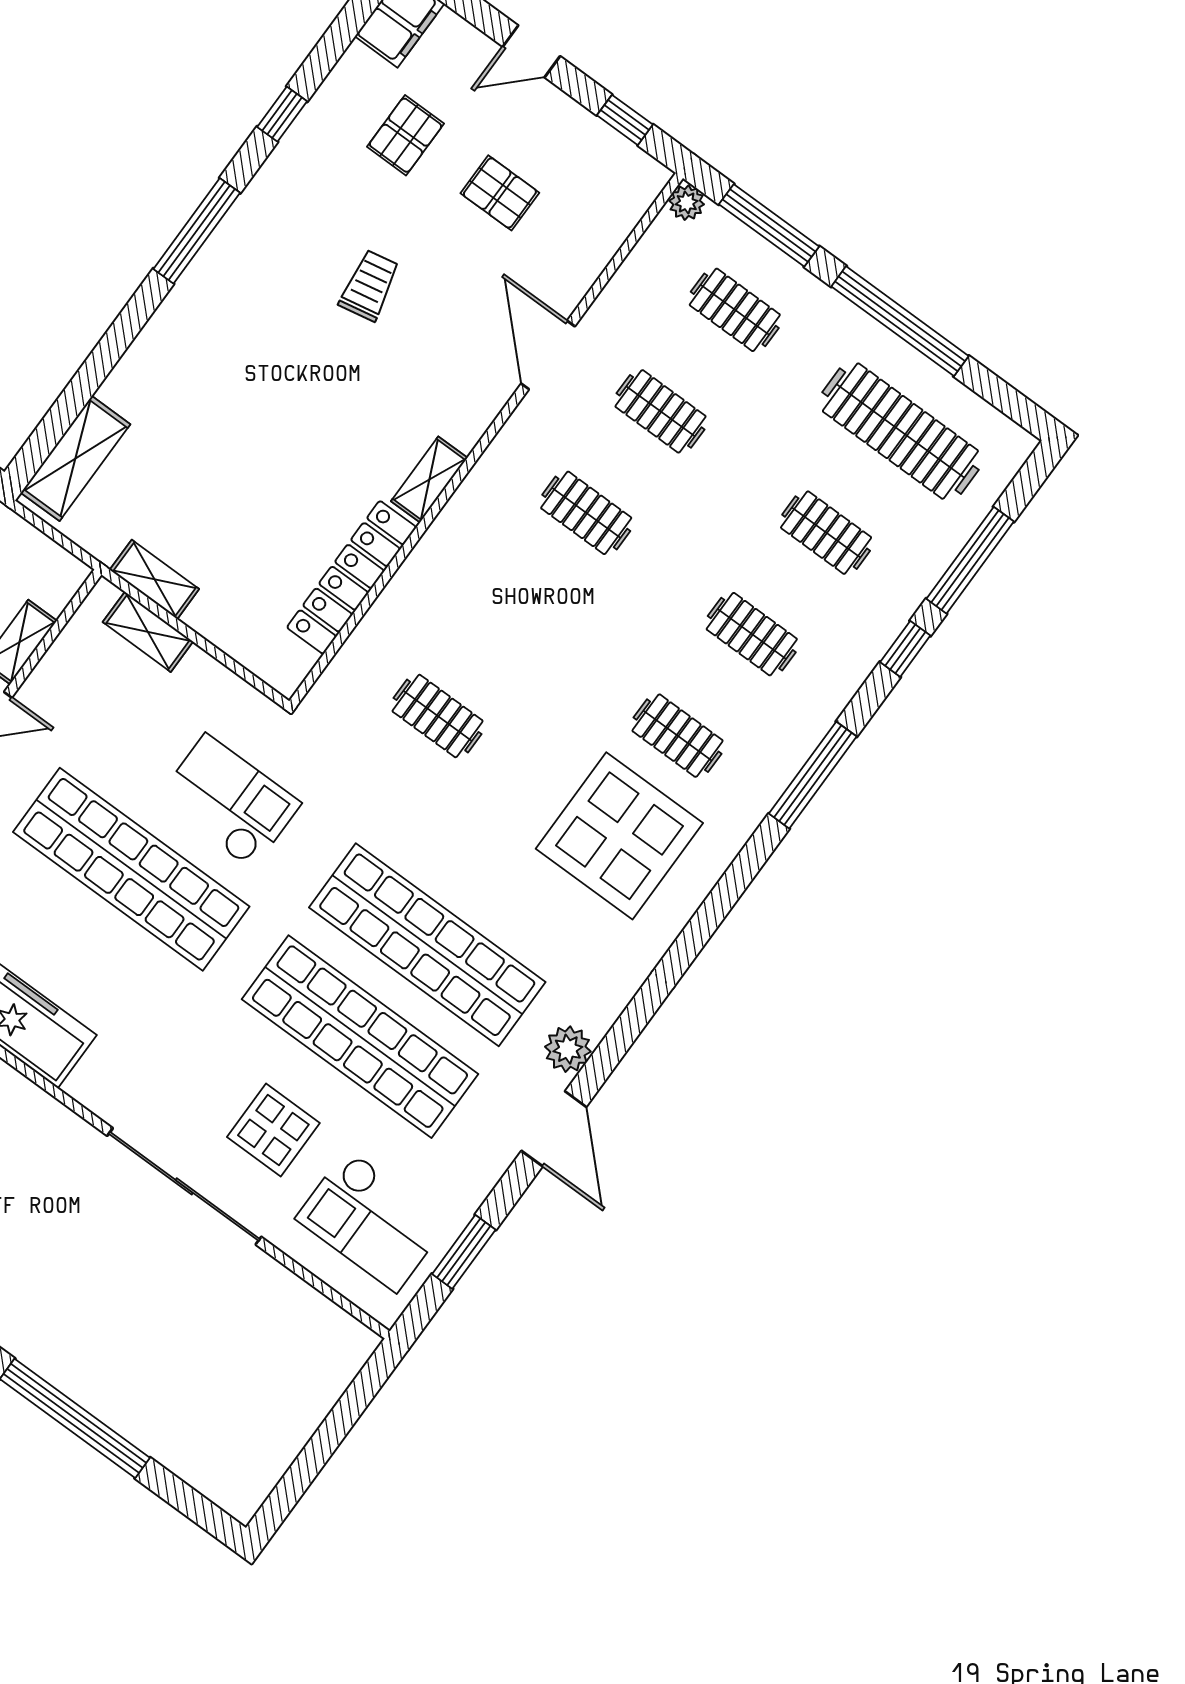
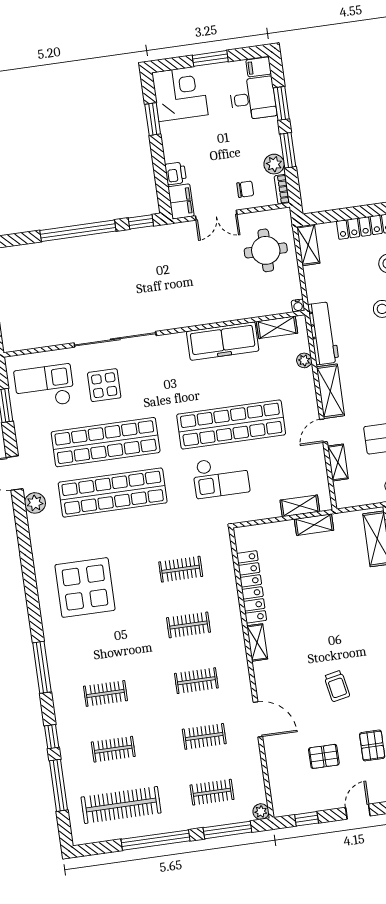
clothes rail: (677, 736) -> (189, 625), moved

